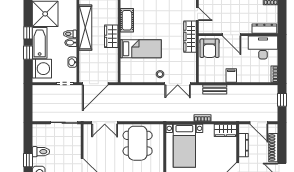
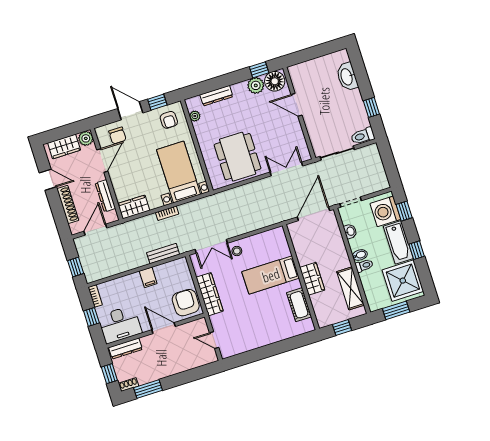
window: (282, 14) -> (109, 374), added
shelving: (85, 28) -> (350, 288), width x0.68
wardrobe: (190, 37) -> (210, 294), moved
window: (28, 53) -> (404, 211), moved
window: (282, 60) -> (91, 317), added
double door: (178, 84) -> (211, 246), swing flipped
door: (259, 123) -> (95, 230), hinge flipped
toilet: (41, 152) -> (363, 136), moved
window: (28, 160) -> (371, 107), moved

